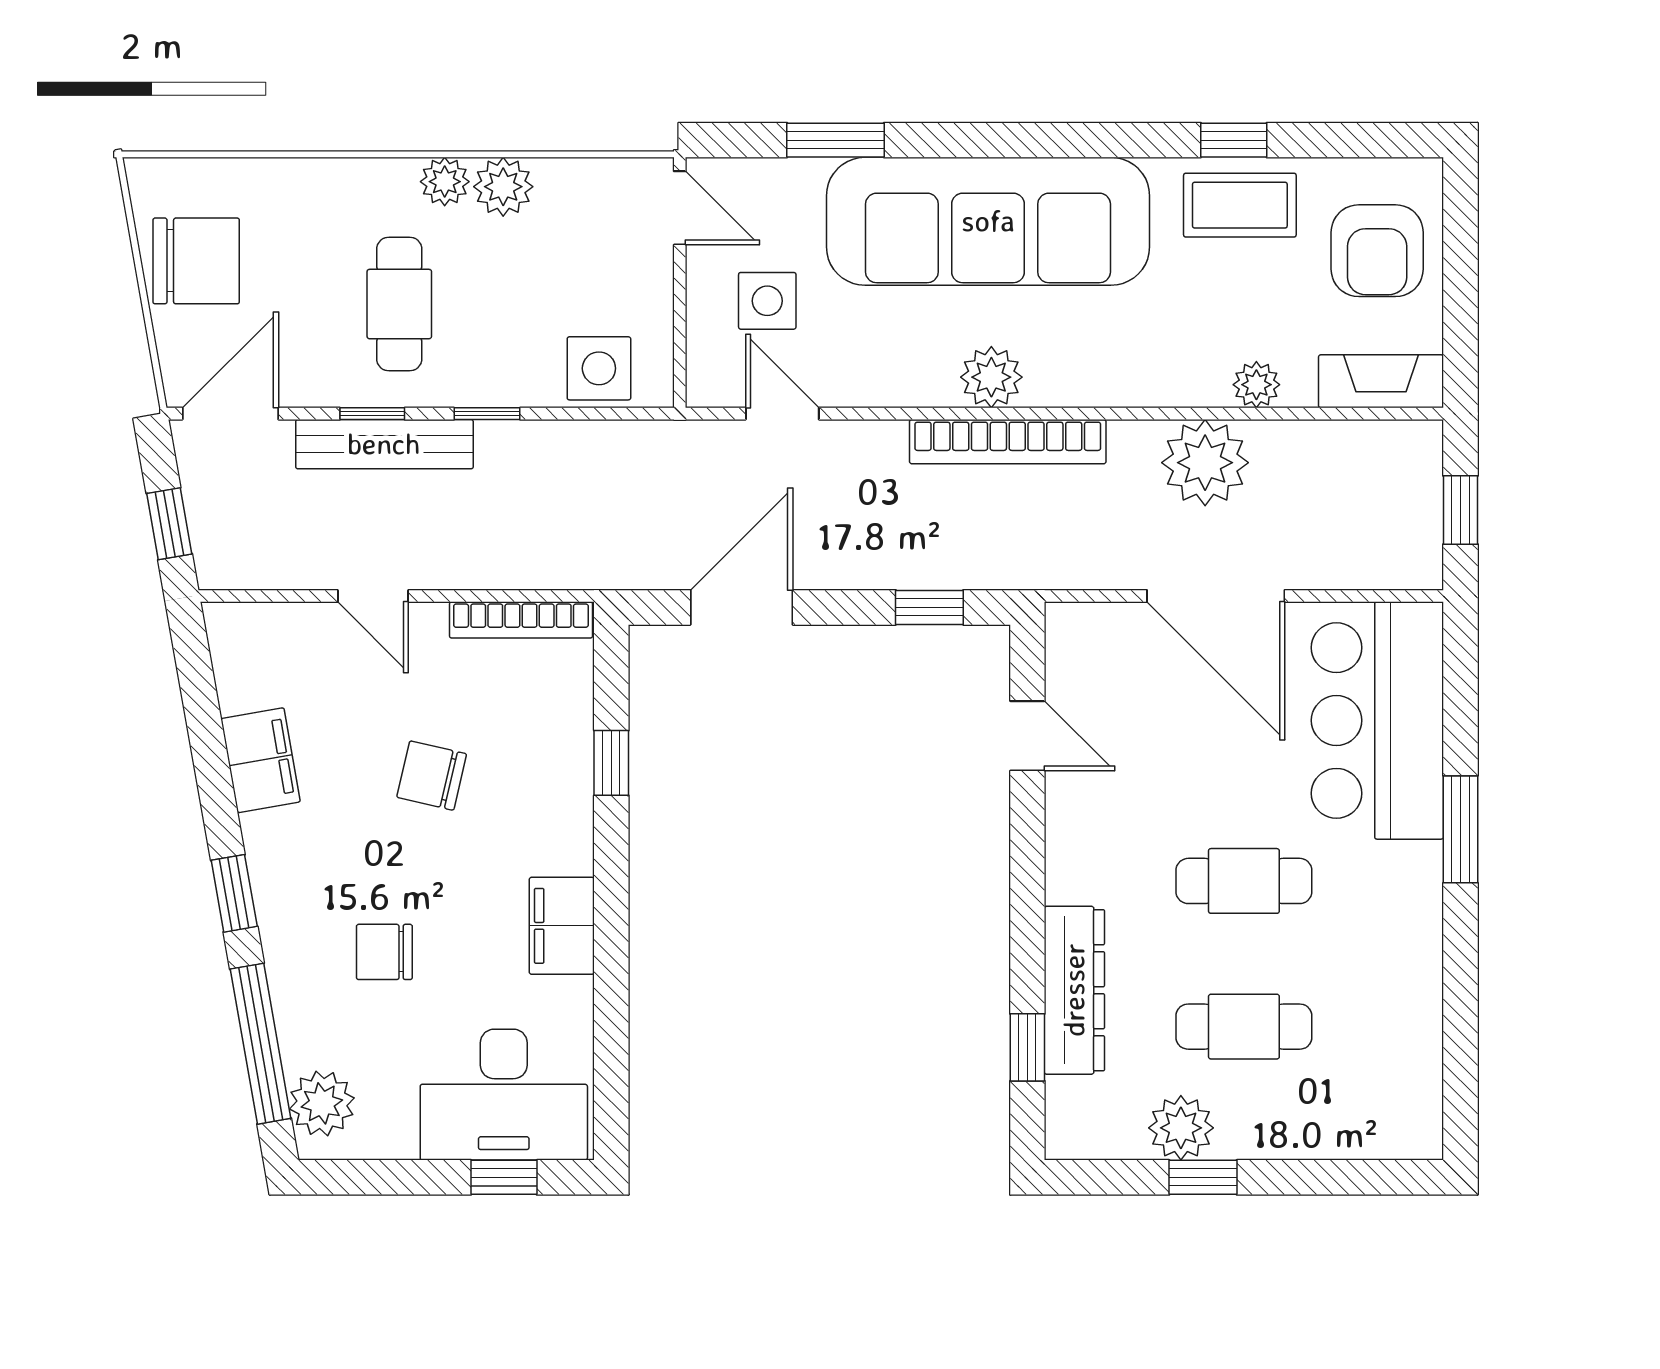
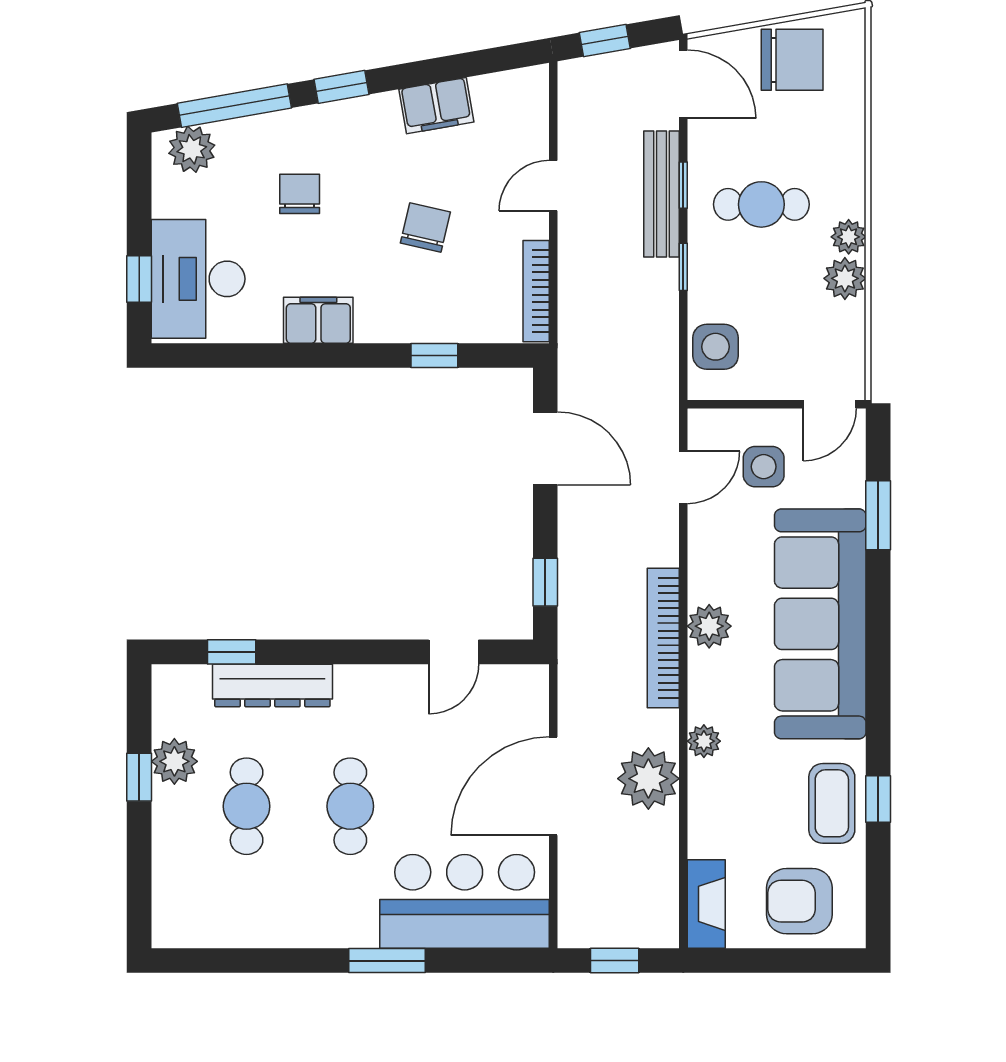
chair: (196, 261) -> (792, 60), turned -90
plant: (1256, 385) -> (704, 741), moved

